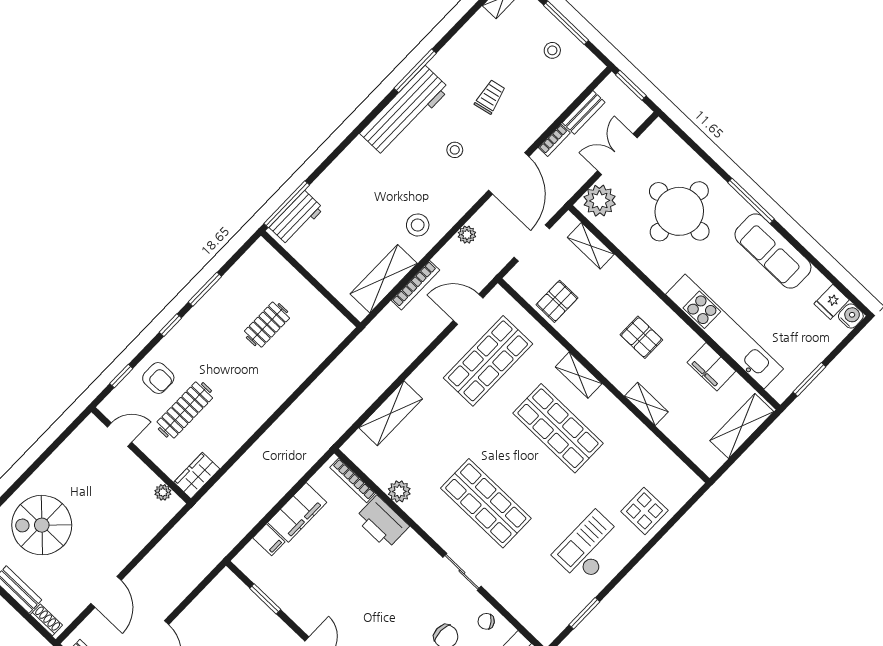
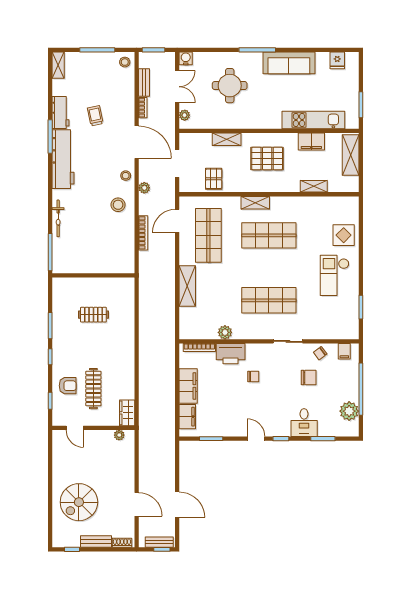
stool: (552, 50) -> (125, 62), moved
stool: (455, 150) -> (126, 176), moved
double door: (617, 154) -> (177, 87), swing flipped
bicycle: (333, 174) -> (58, 218), added
plant: (600, 201) -> (185, 115), width x0.53, depth x0.53
round table: (679, 211) -> (230, 86), width x0.73, depth x0.73
workbench: (296, 218) -> (61, 113), moved
shelving: (591, 246) -> (227, 139), moved
shelving: (384, 279) -> (126, 244), removed
water cooler: (851, 316) -> (186, 58), moved
clothes rail: (267, 325) -> (93, 315), turned 90
kitchen unit: (725, 332) -> (313, 120), width x0.73
pallet: (641, 337) -> (267, 158), width x1.50, depth x1.42
shelving: (646, 404) -> (314, 186), moved
shelving: (391, 413) -> (187, 286), moved
door: (120, 435) -> (75, 428), swing flipped
filing cabinet: (269, 540) -> (187, 417), width x2.00
chair: (383, 574) -> (253, 376), added

